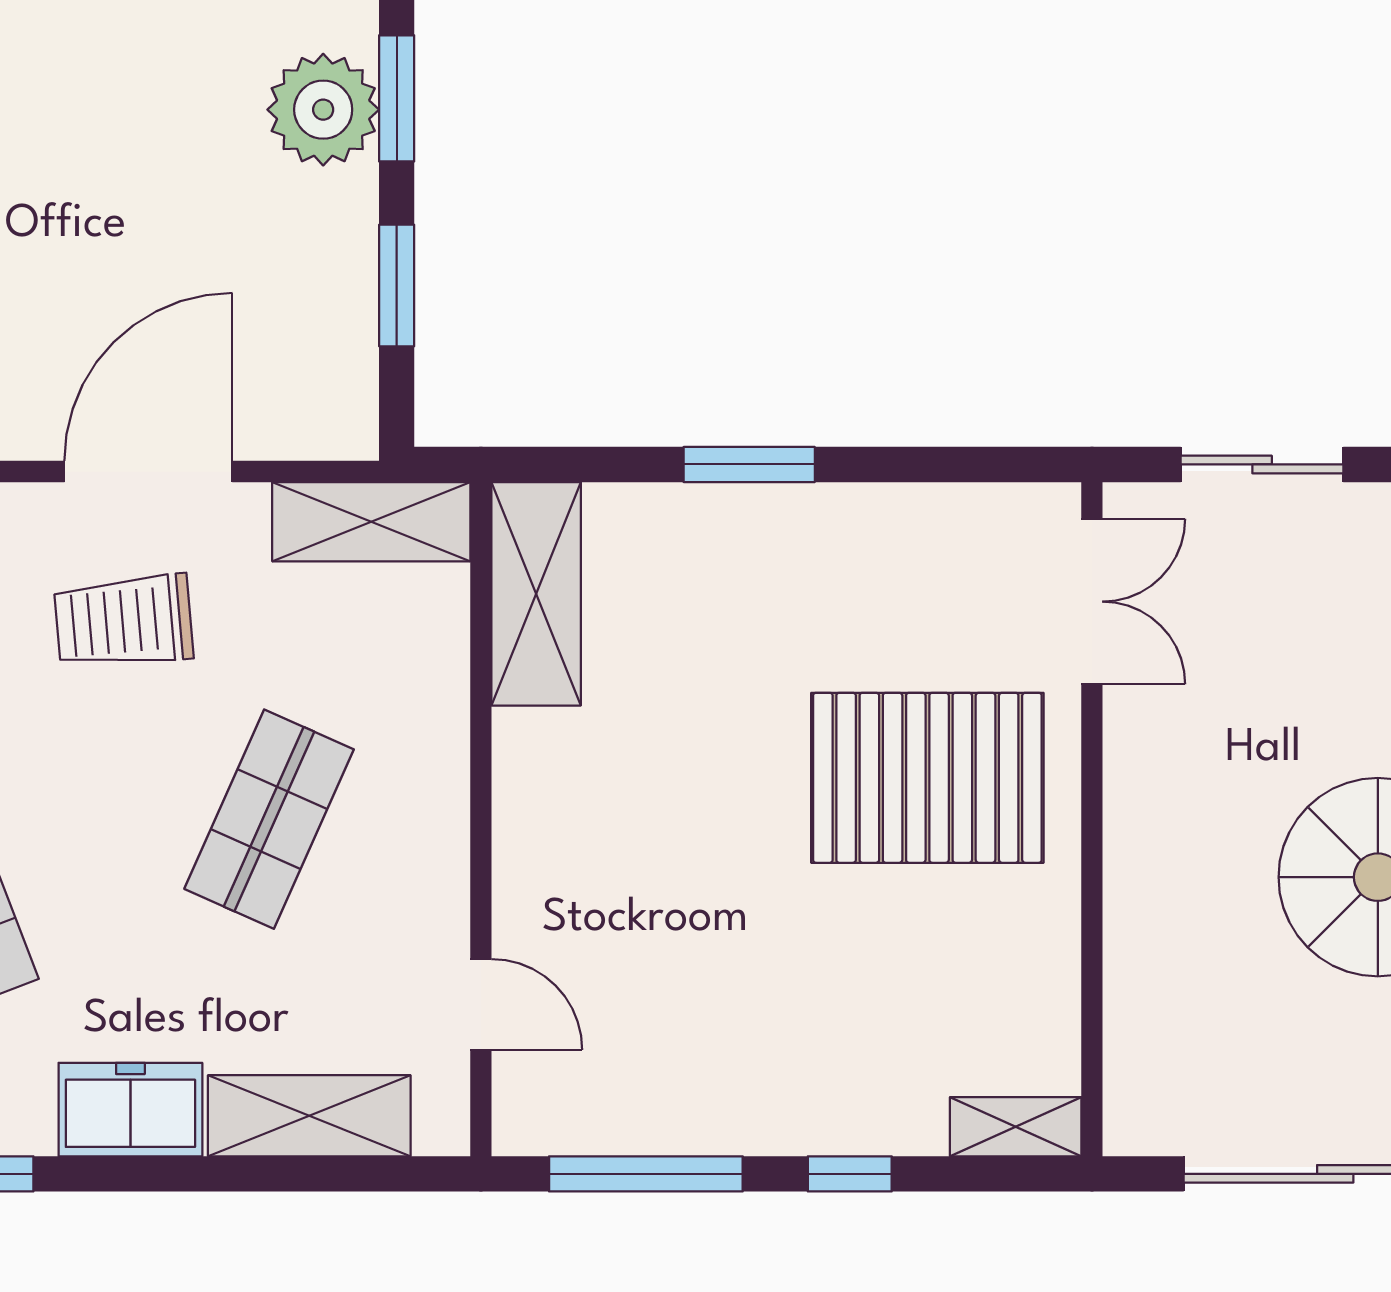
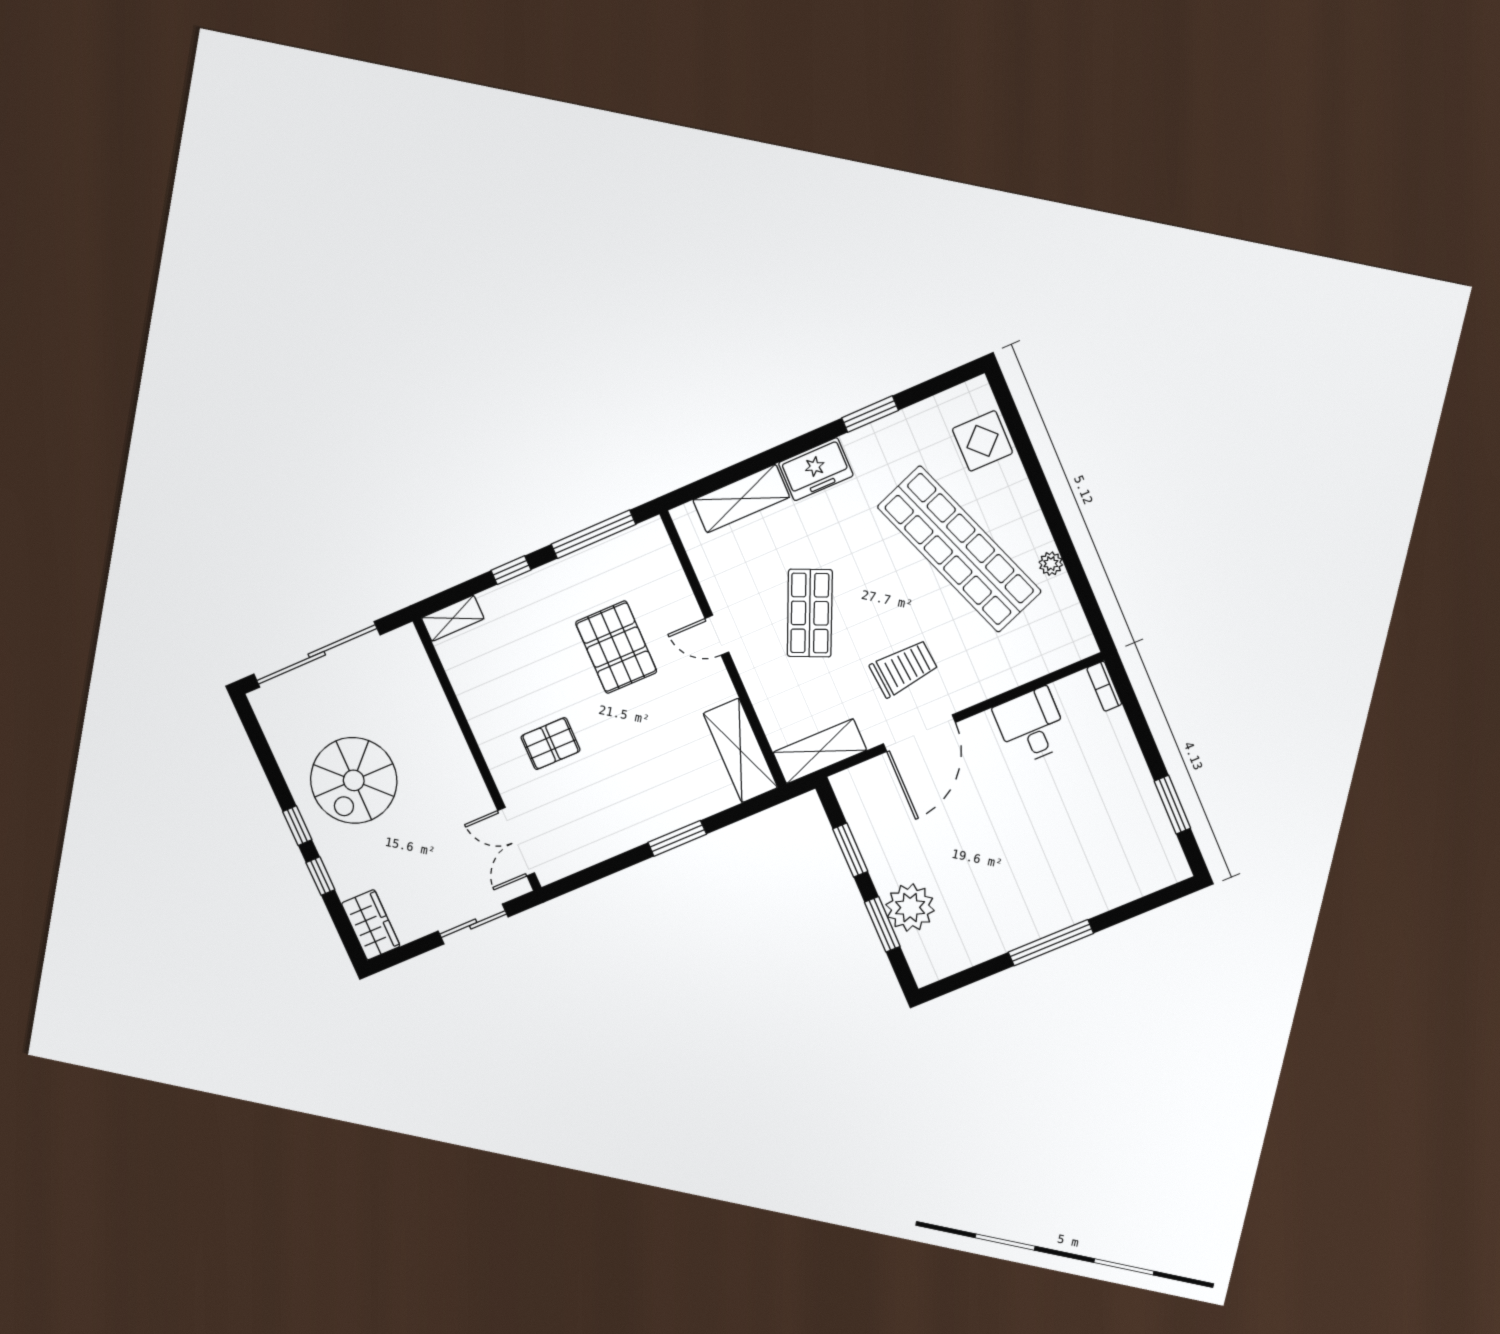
pallet: (927, 778) -> (551, 744), width x0.49, depth x0.50
pallet: (701, 921) -> (616, 647), added
door: (481, 1004) -> (717, 635), moved

